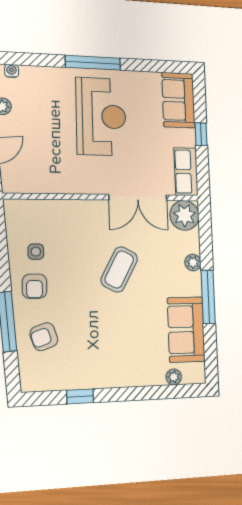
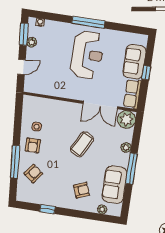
sofa: (178, 100) -> (134, 62), moved
armchair: (44, 337) -> (33, 174), turned 146
armchair: (133, 350) -> (82, 190), added

